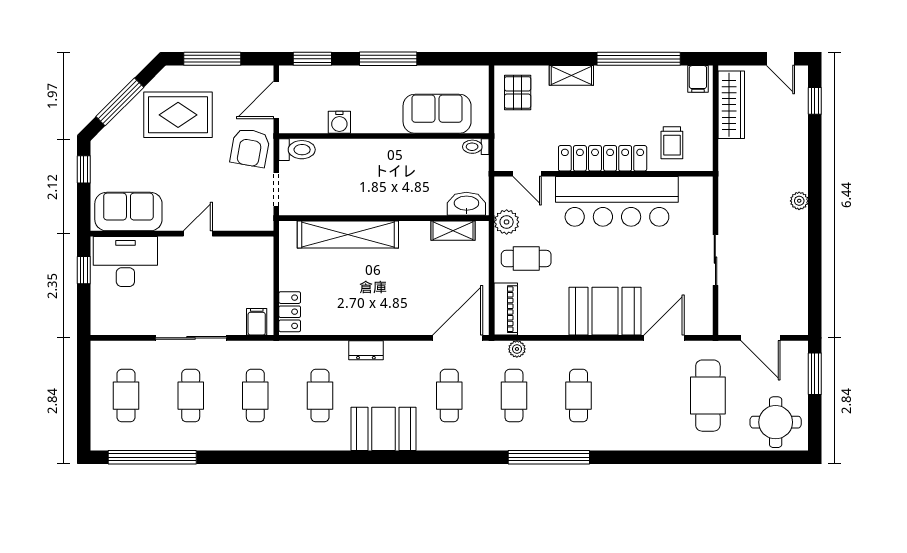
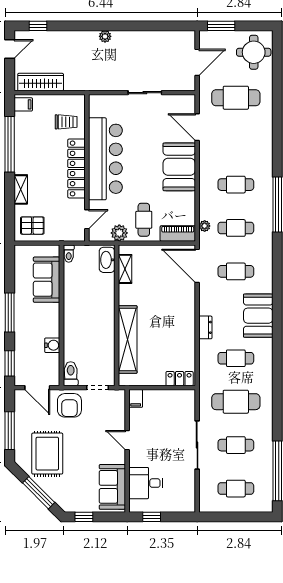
armchair: (250, 148) -> (69, 405), turned 80
desk: (125, 261) -> (146, 483), width x0.73
filing cabinet: (257, 322) -> (136, 398), moved, turned -90
cafe table: (255, 396) -> (236, 402), width x1.37, depth x1.35

